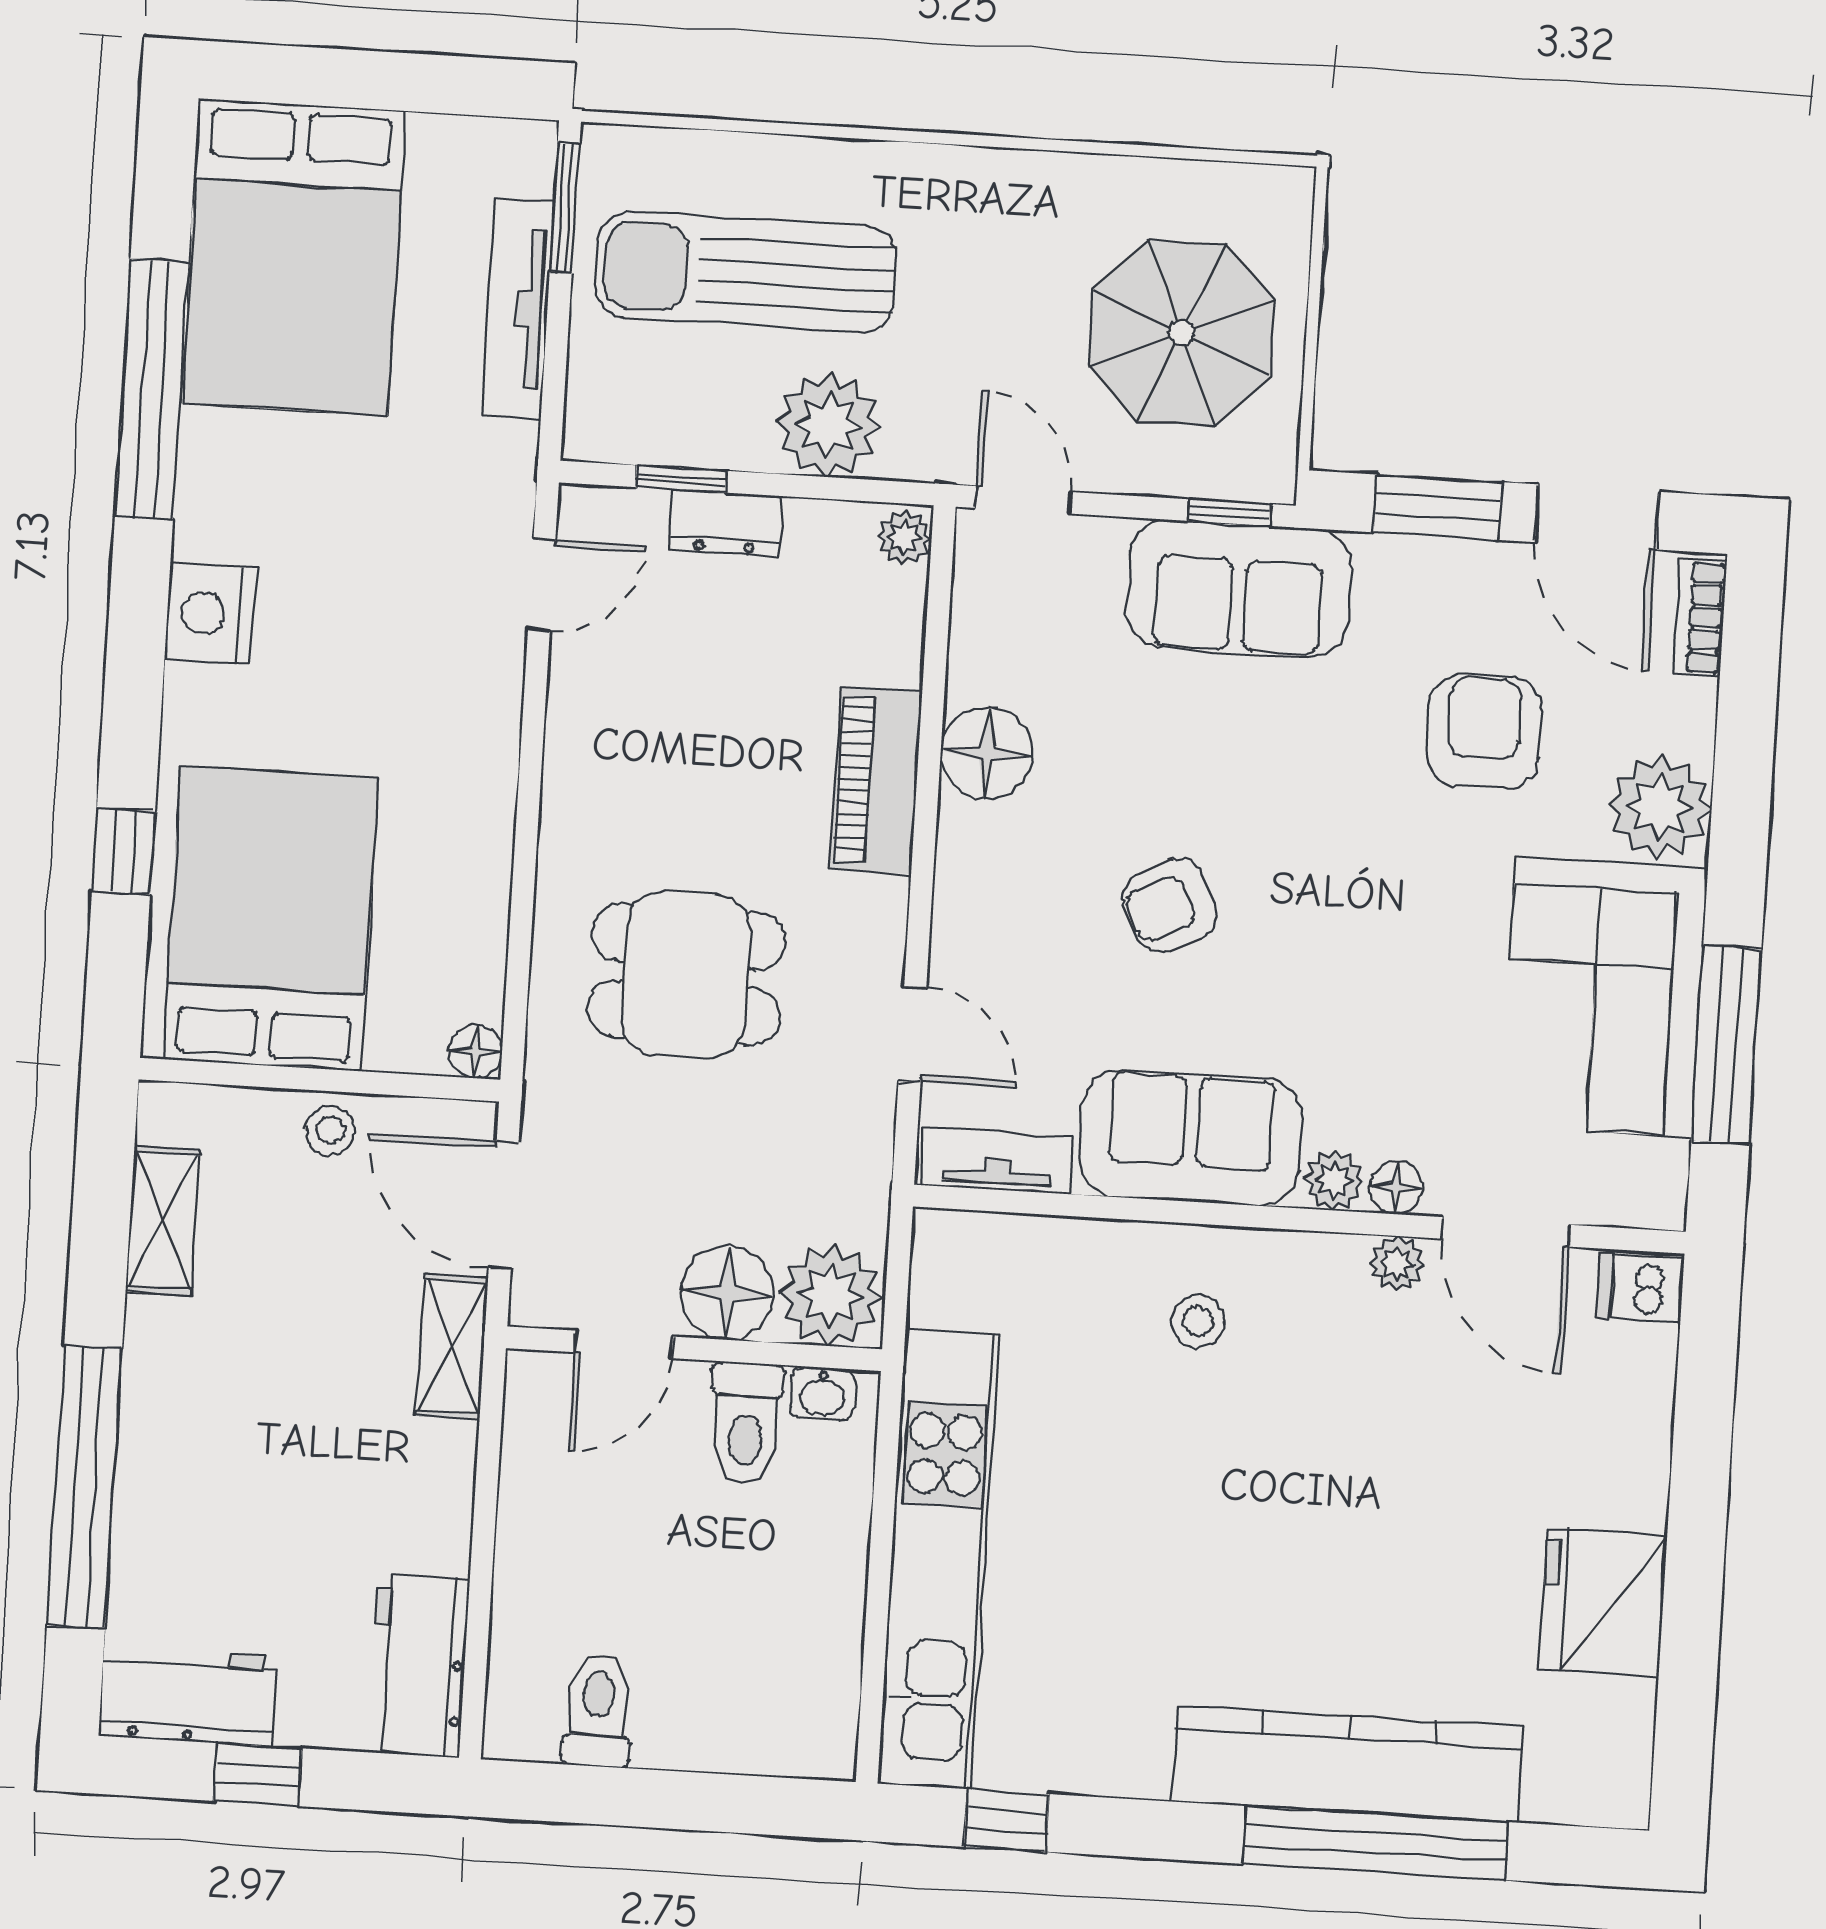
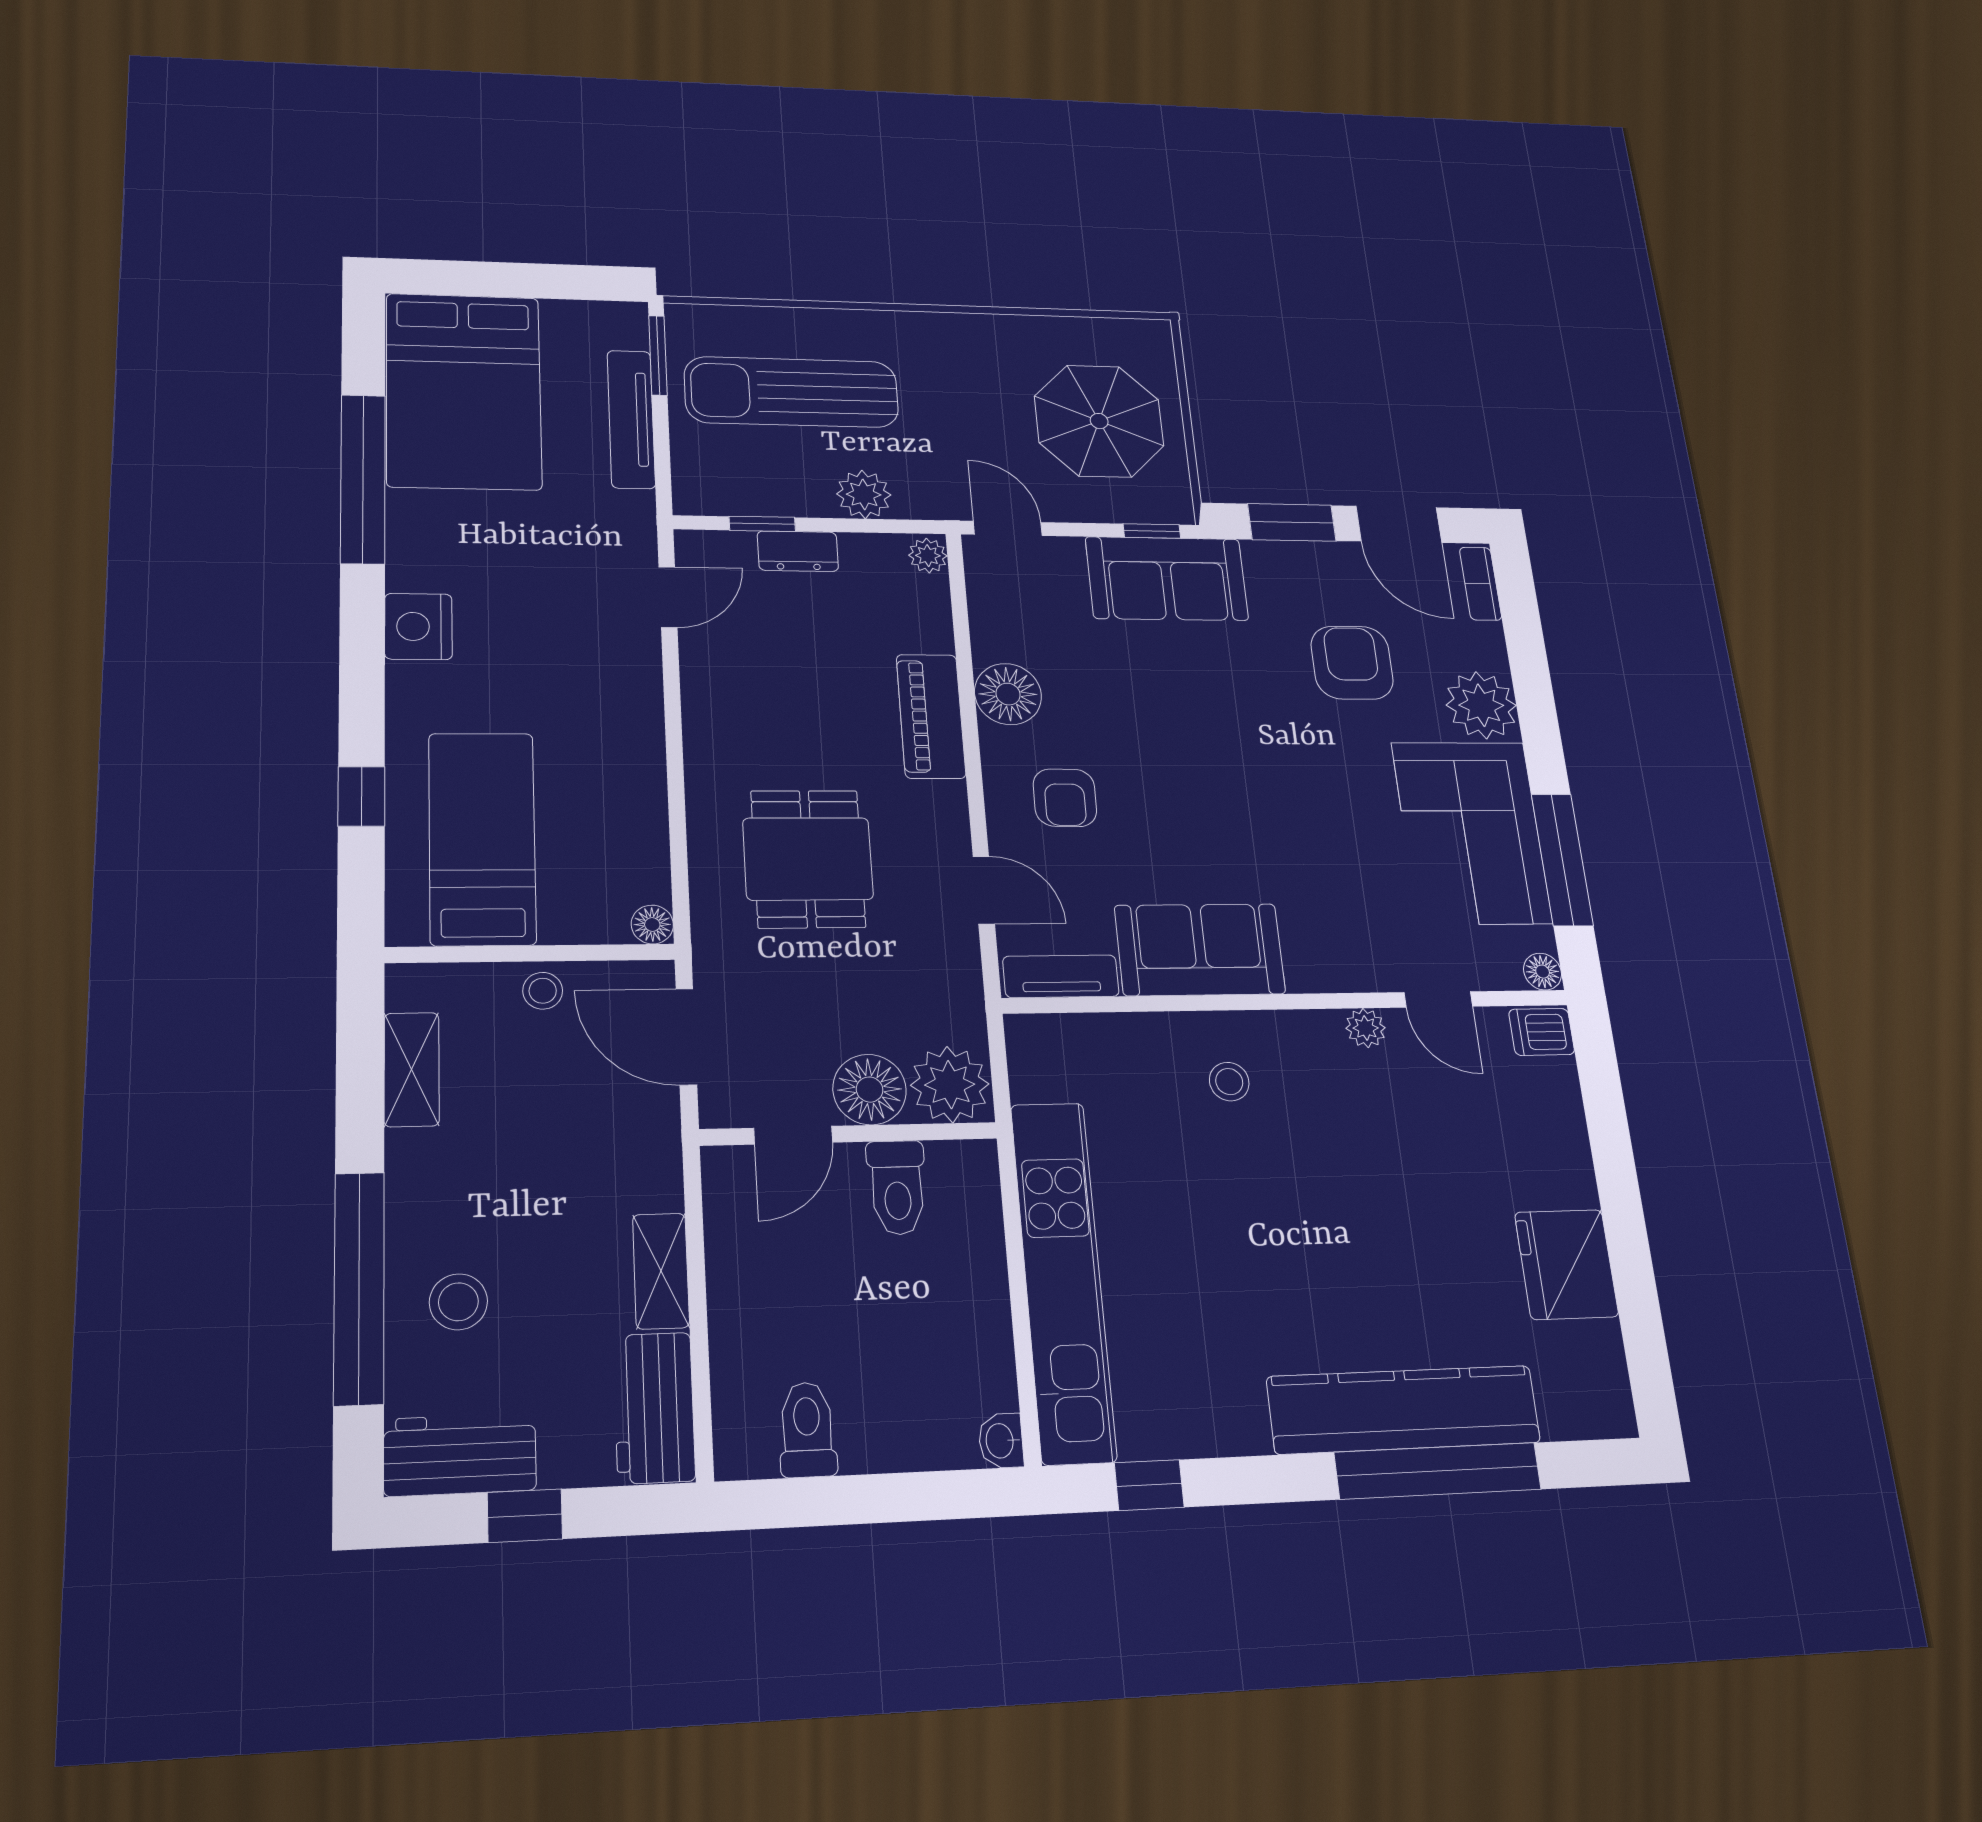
plant: (828, 425) -> (864, 494), width x0.73, depth x0.73
armchair: (1170, 905) -> (1065, 798), moved, turned -63
bed: (271, 919) -> (482, 838), width x0.67
dining table: (686, 975) -> (808, 859), turned 90
plant: (1334, 1180) -> (1309, 972), removed
floor lamp: (1396, 1188) -> (1543, 972), moved
door: (1506, 1232) -> (1438, 999), width x0.73
shelving: (452, 1347) -> (661, 1271), moved
washbasin: (823, 1394) -> (1001, 1441), moved, turned 90
stool: (199, 1515) -> (458, 1302), added

